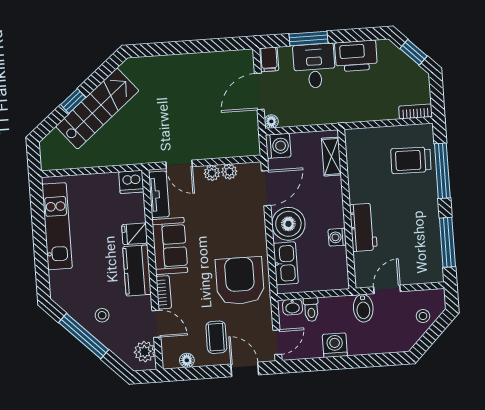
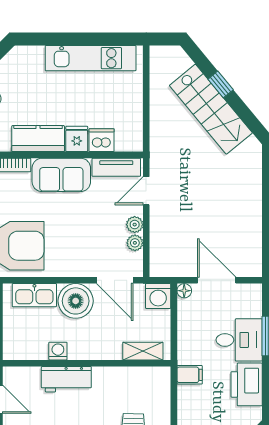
filing cabinet: (269, 59) -> (190, 375), moved, turned 180
dishwasher: (131, 182) -> (102, 140), moved, turned 90

